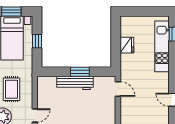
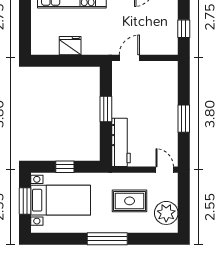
workbench: (75, 83) -> (121, 142), moved

